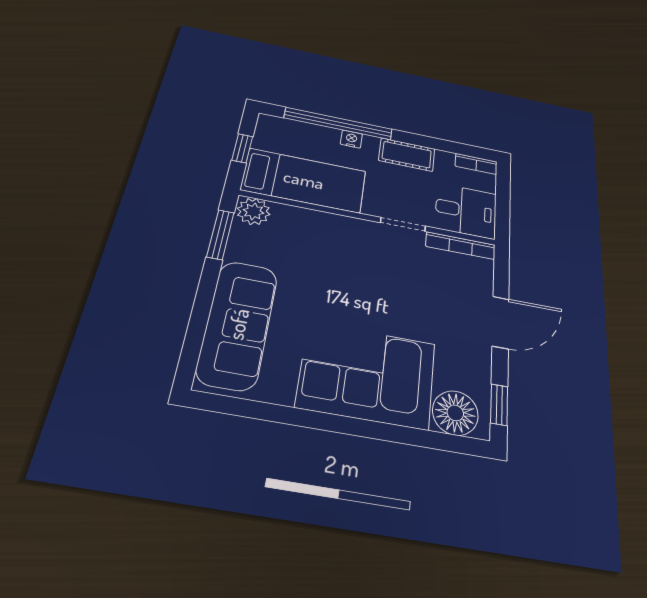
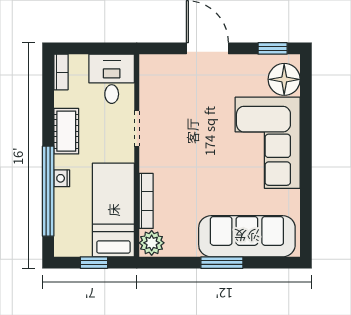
window: (220, 234) -> (222, 263), moved
bookcase: (461, 246) -> (146, 201), moved

